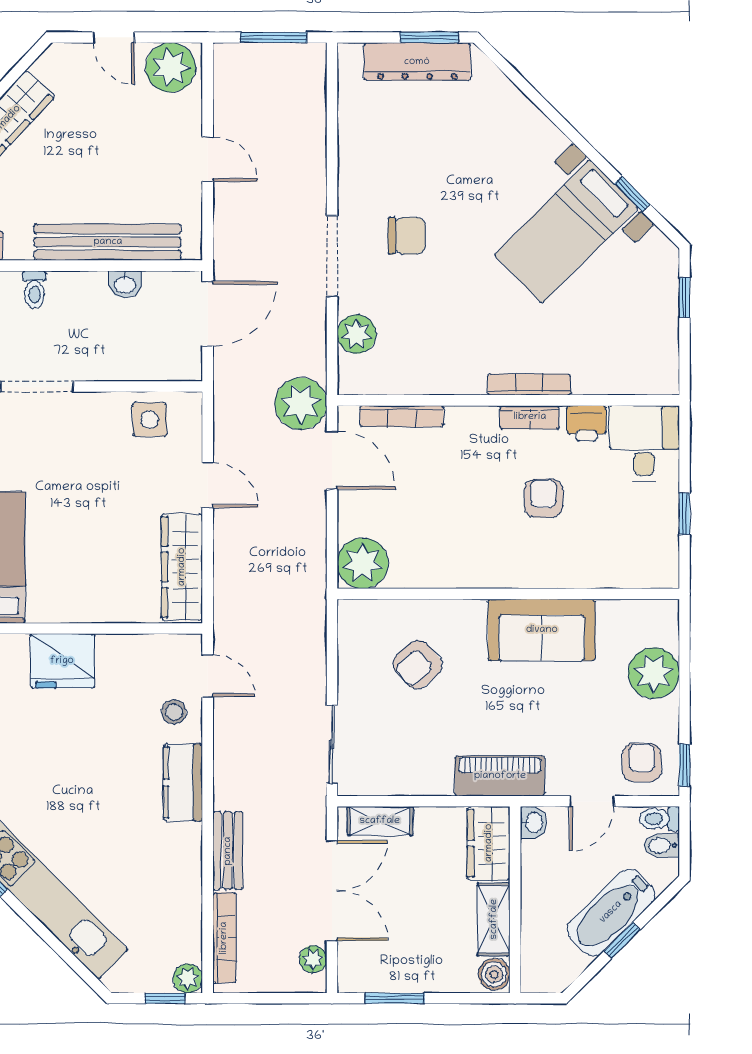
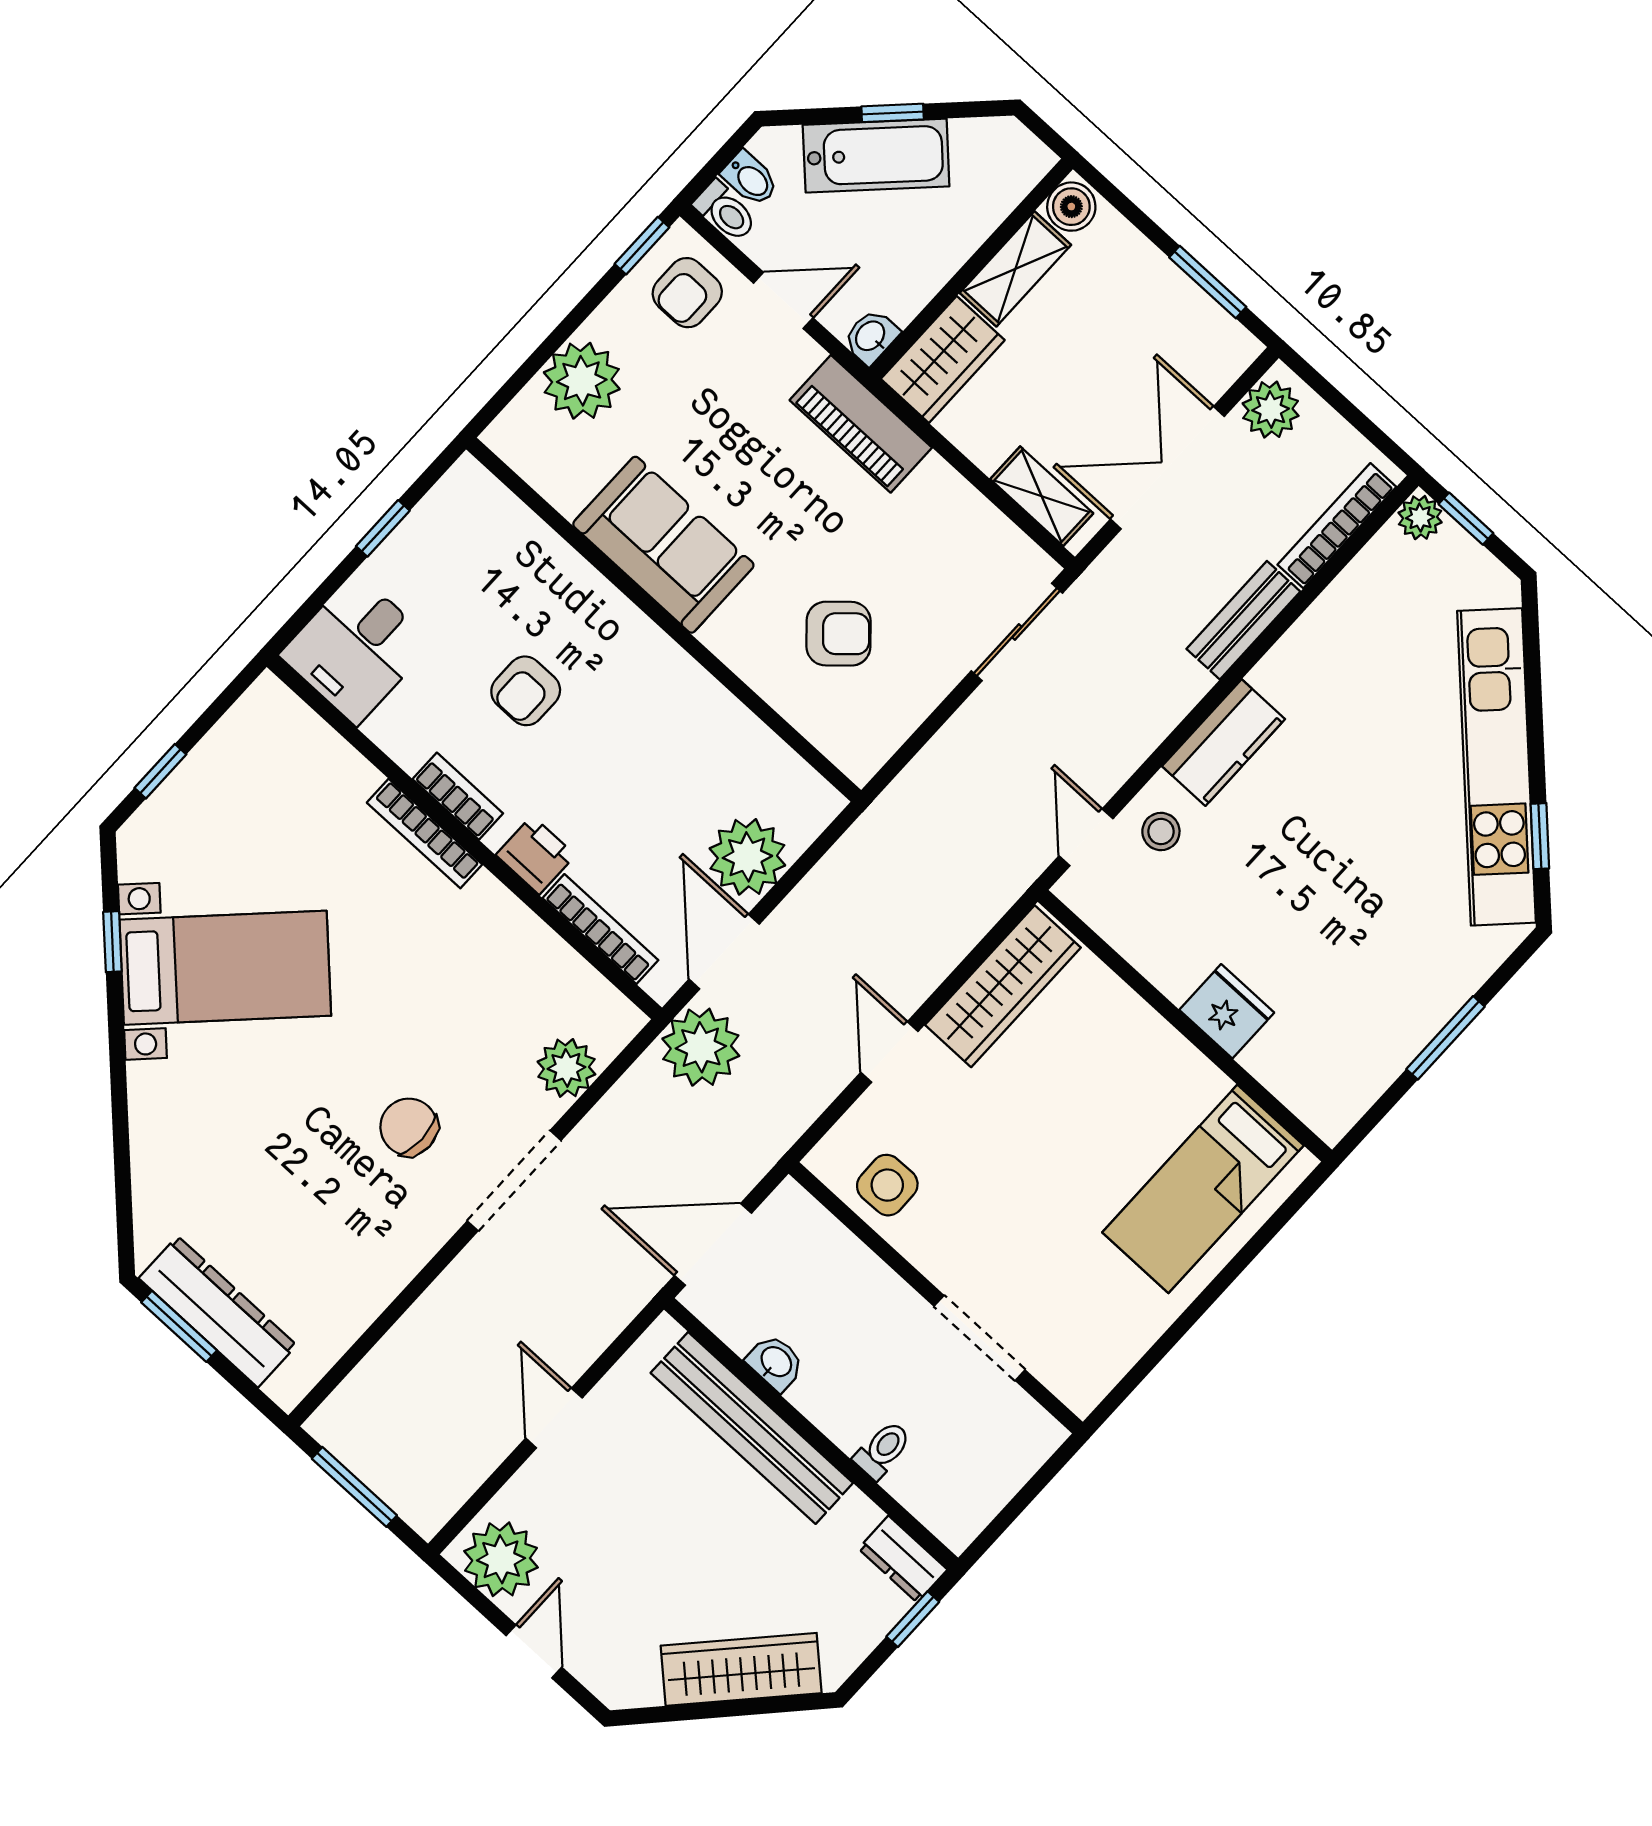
printer: (587, 423) -> (536, 855), moved
plant: (363, 563) -> (747, 857), moved
fridge: (62, 661) -> (1227, 1011), width x0.73, depth x0.75
plant: (313, 959) -> (1271, 410), width x1.38, depth x1.38

